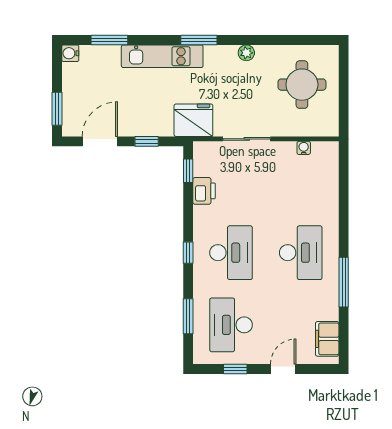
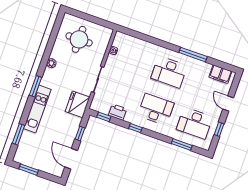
water cooler: (70, 53) -> (18, 158), removed
window: (57, 109) -> (29, 170), moved
window: (188, 253) -> (135, 128), moved
desk: (301, 253) -> (169, 72), turned 180

